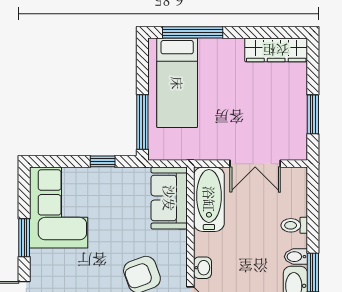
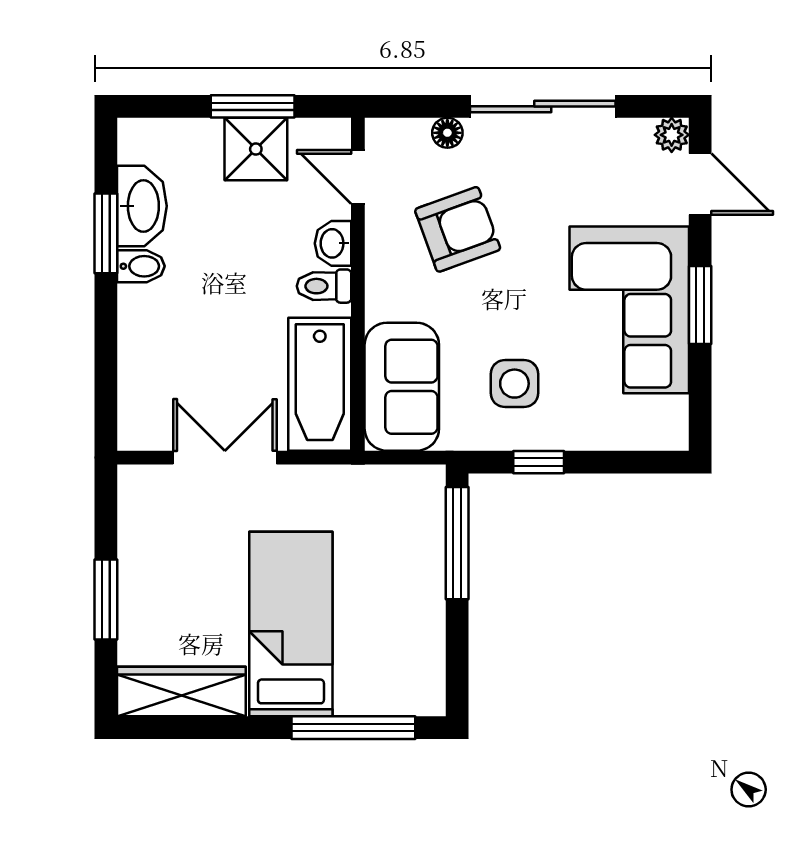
bed: (177, 83) -> (291, 624), moved
window: (313, 114) -> (106, 599), moved
side table: (114, 200) -> (514, 384), added
corner sofa: (59, 207) -> (629, 310), moved
toilet: (294, 225) -> (324, 286), moved, turned 180

